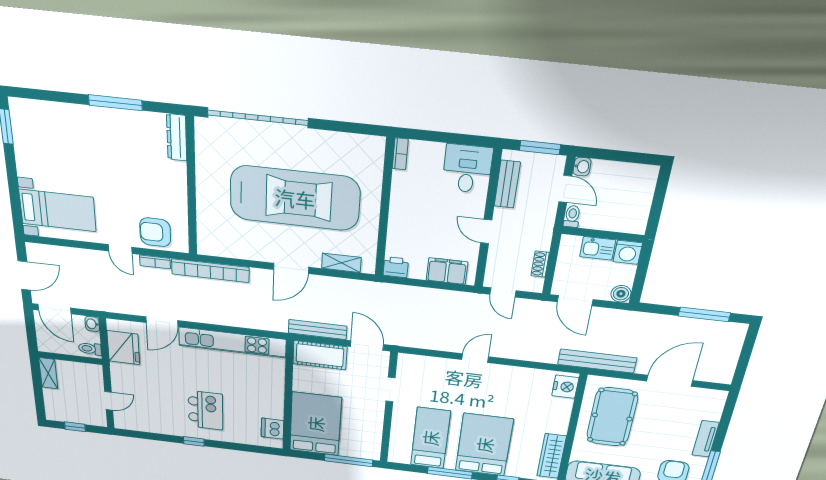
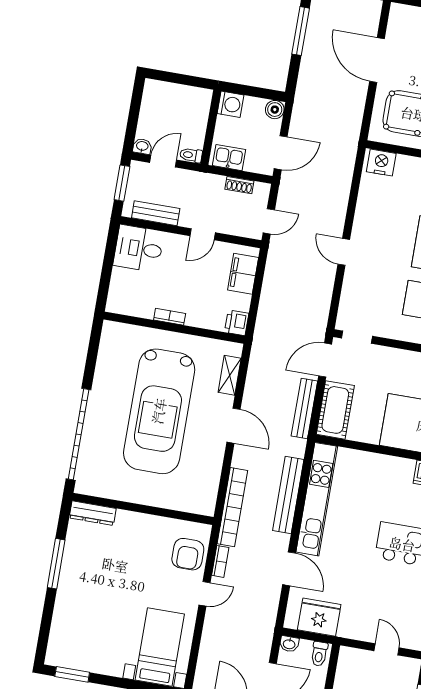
bookcase: (400, 154) -> (170, 317), moved
car: (295, 198) -> (159, 411), turned 180
kitchen sink: (598, 248) -> (229, 158), moved, turned -90
bench: (597, 361) -> (288, 495), moved
doorway: (390, 390) -> (357, 337), moved

